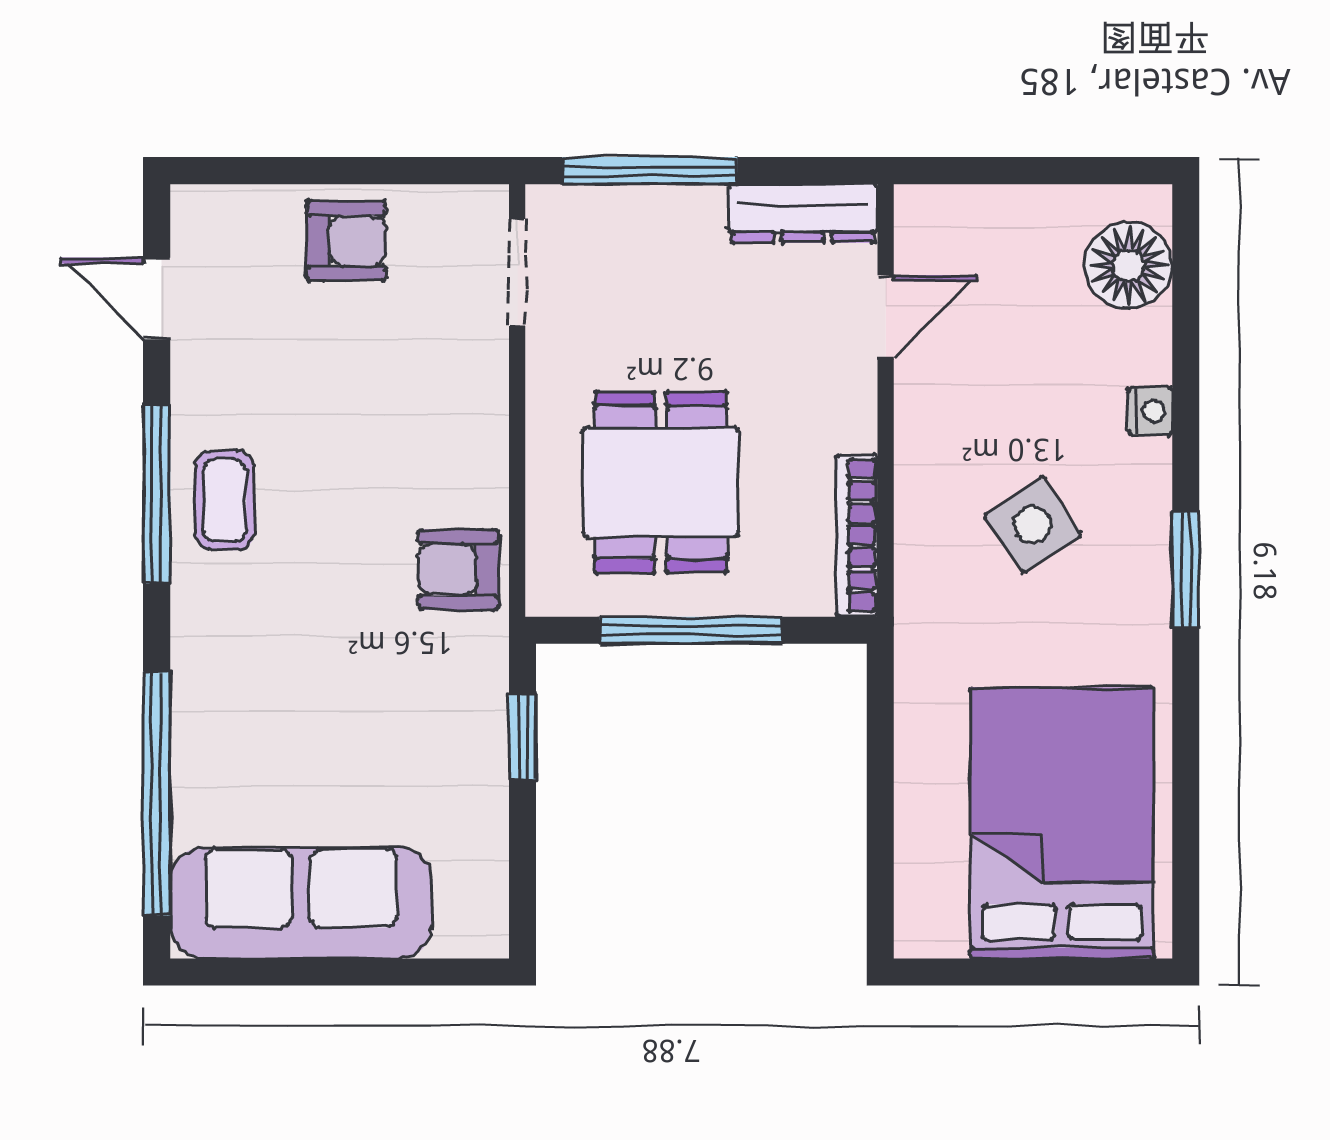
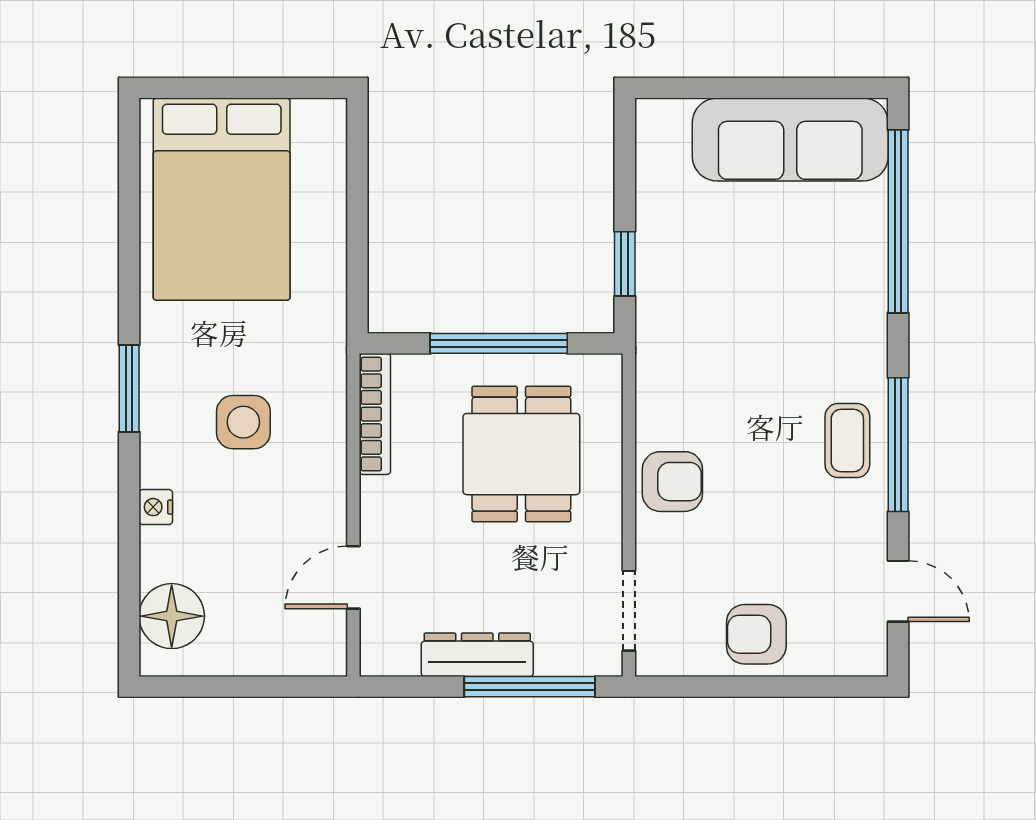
dresser: (803, 213) -> (477, 655), moved
side table: (1033, 525) -> (243, 422), turned 34
armchair: (458, 570) -> (672, 482), moved

